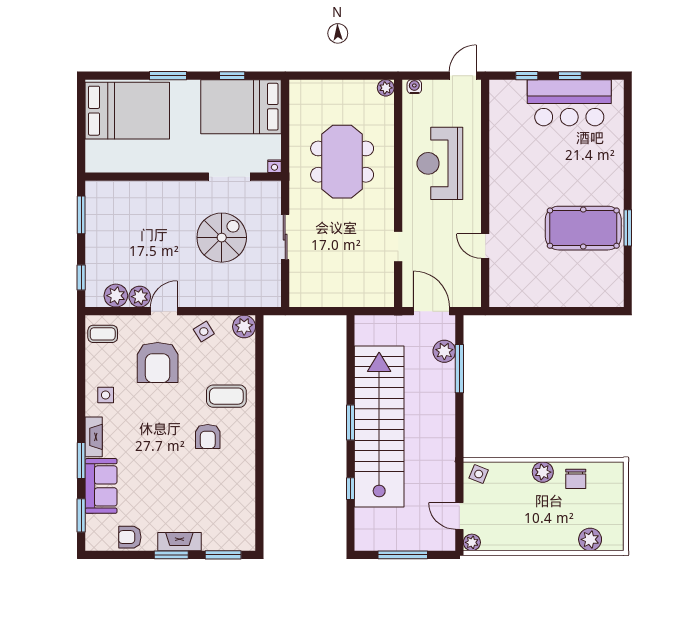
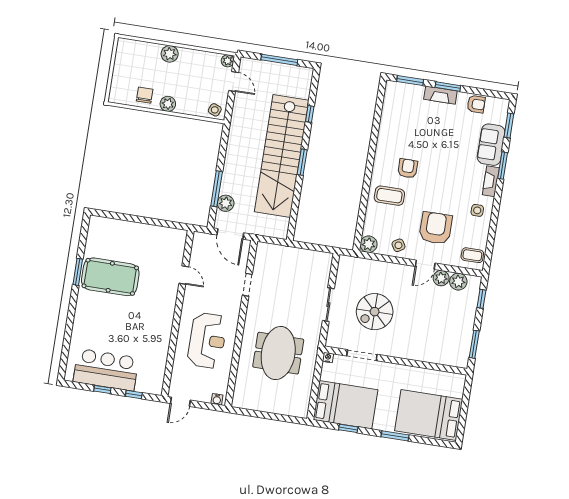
plant: (386, 88) -> (238, 402), removed
plant: (590, 539) -> (170, 54), moved

